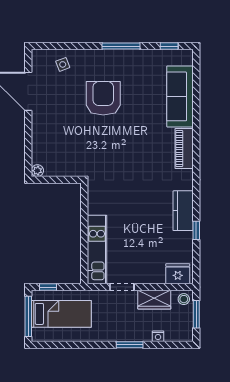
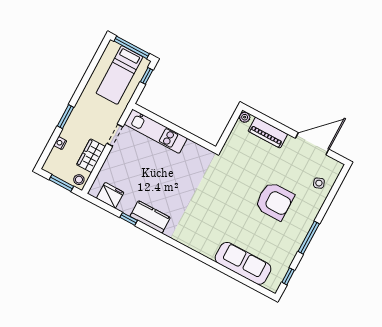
piano: (184, 148) -> (268, 133), moved, turned 180
fridge: (178, 274) -> (110, 195), moved, turned -90

